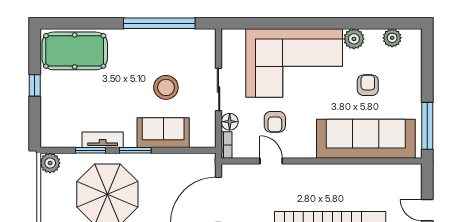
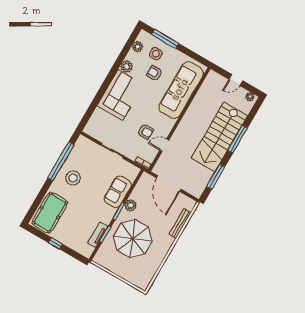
corner sofa: (294, 63) -> (120, 95), width x0.73, depth x0.74
side table: (398, 71) -> (156, 54), added
stool: (166, 87) -> (73, 178), moved
floor lamp: (230, 122) -> (132, 155), removed
window: (427, 126) -> (165, 39), moved
tv unit: (103, 140) -> (98, 235), moved
plant: (50, 163) -> (131, 205), moved

